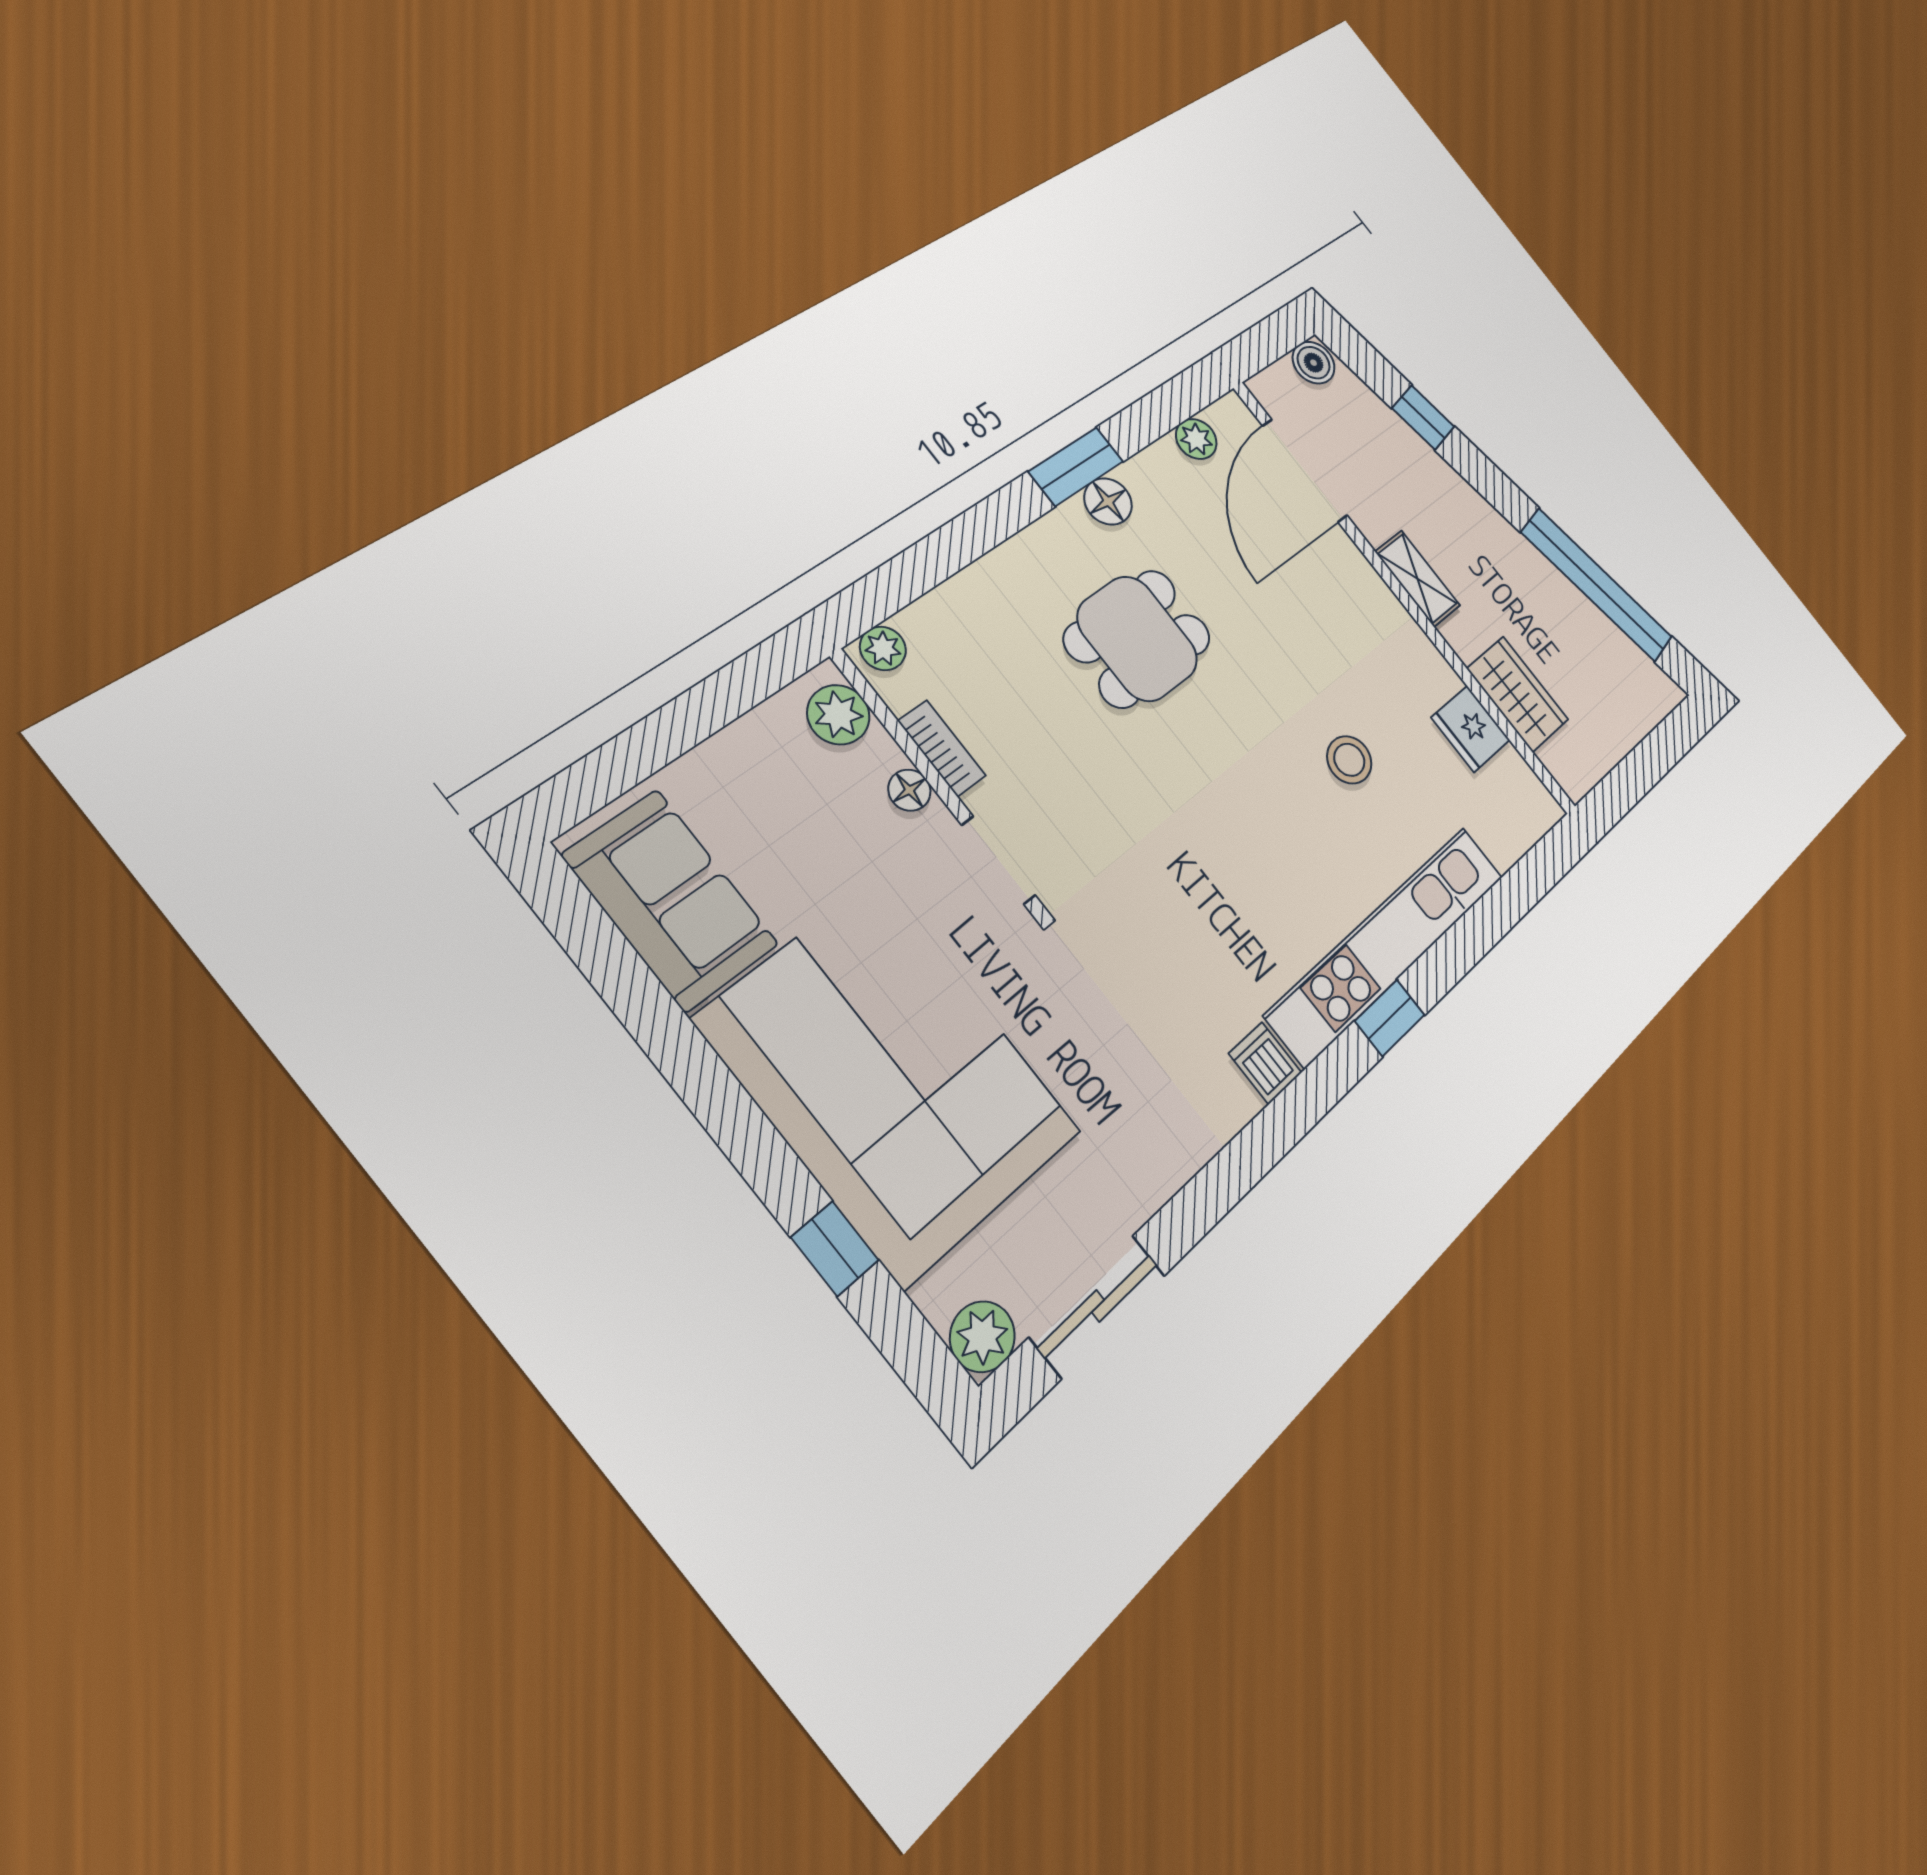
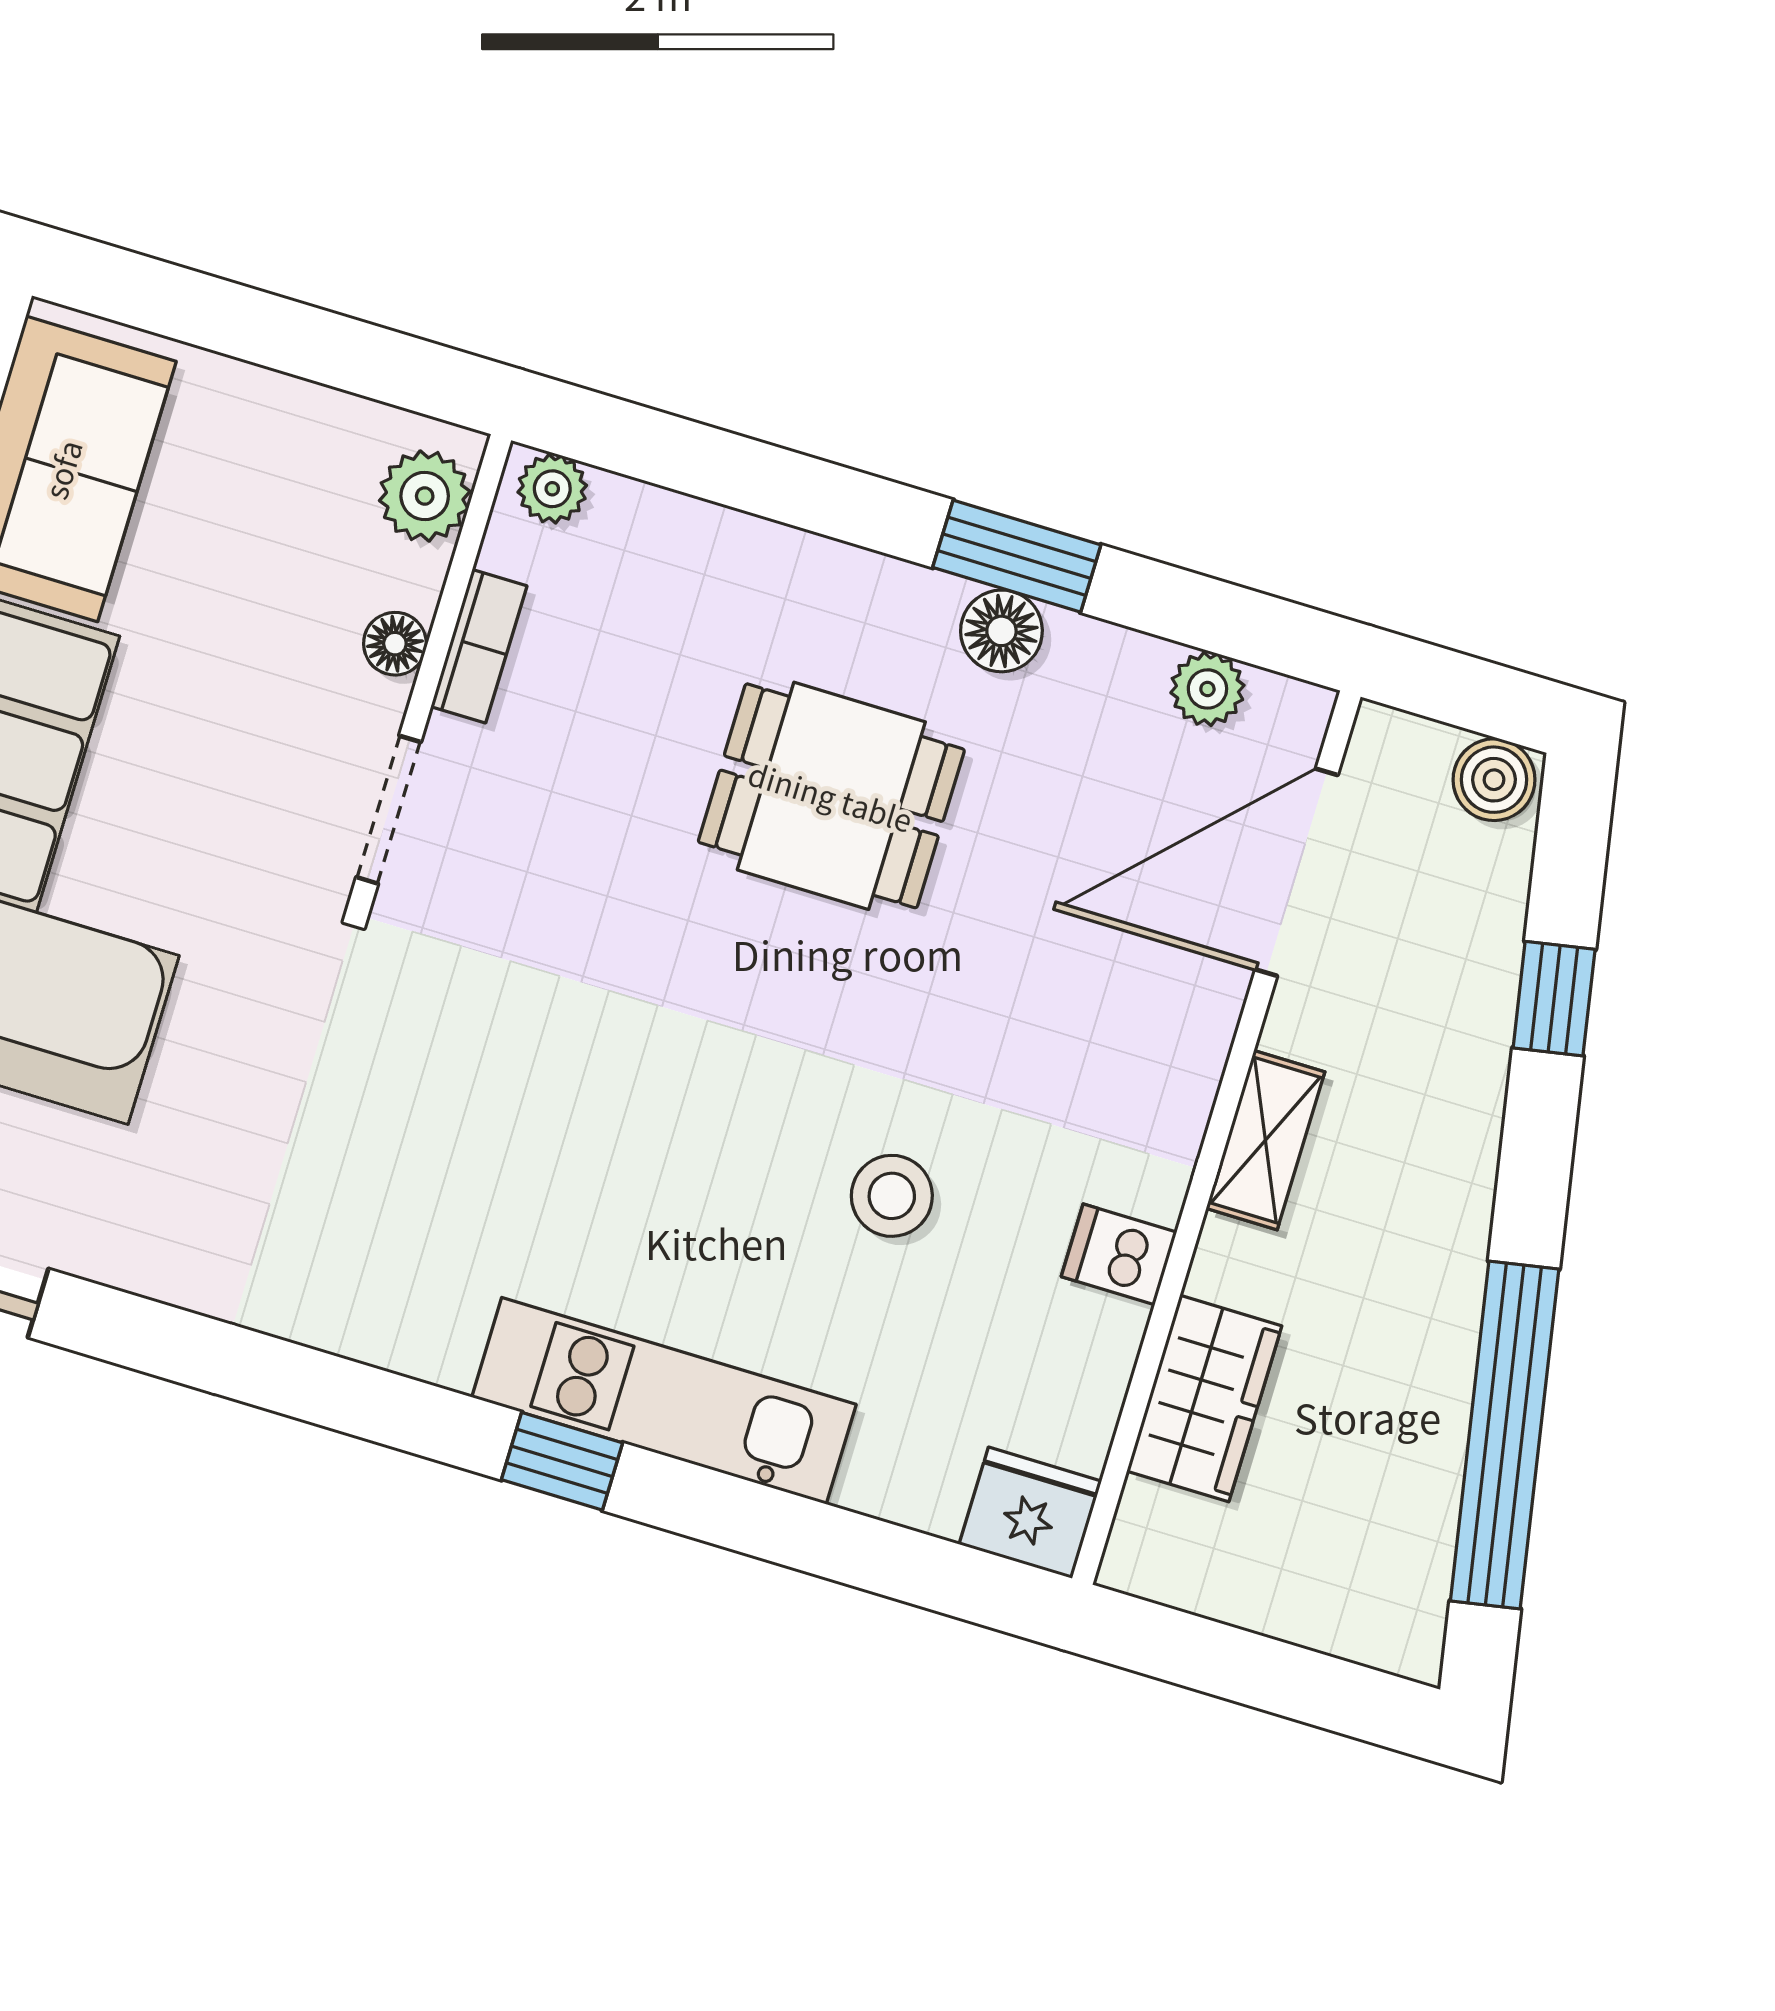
fridge: (1471, 729) -> (1030, 1513), moved, turned 90
kitchen unit: (1387, 944) -> (664, 1401), width x0.73
dishwasher: (1265, 1063) -> (1119, 1254), moved, turned -90

